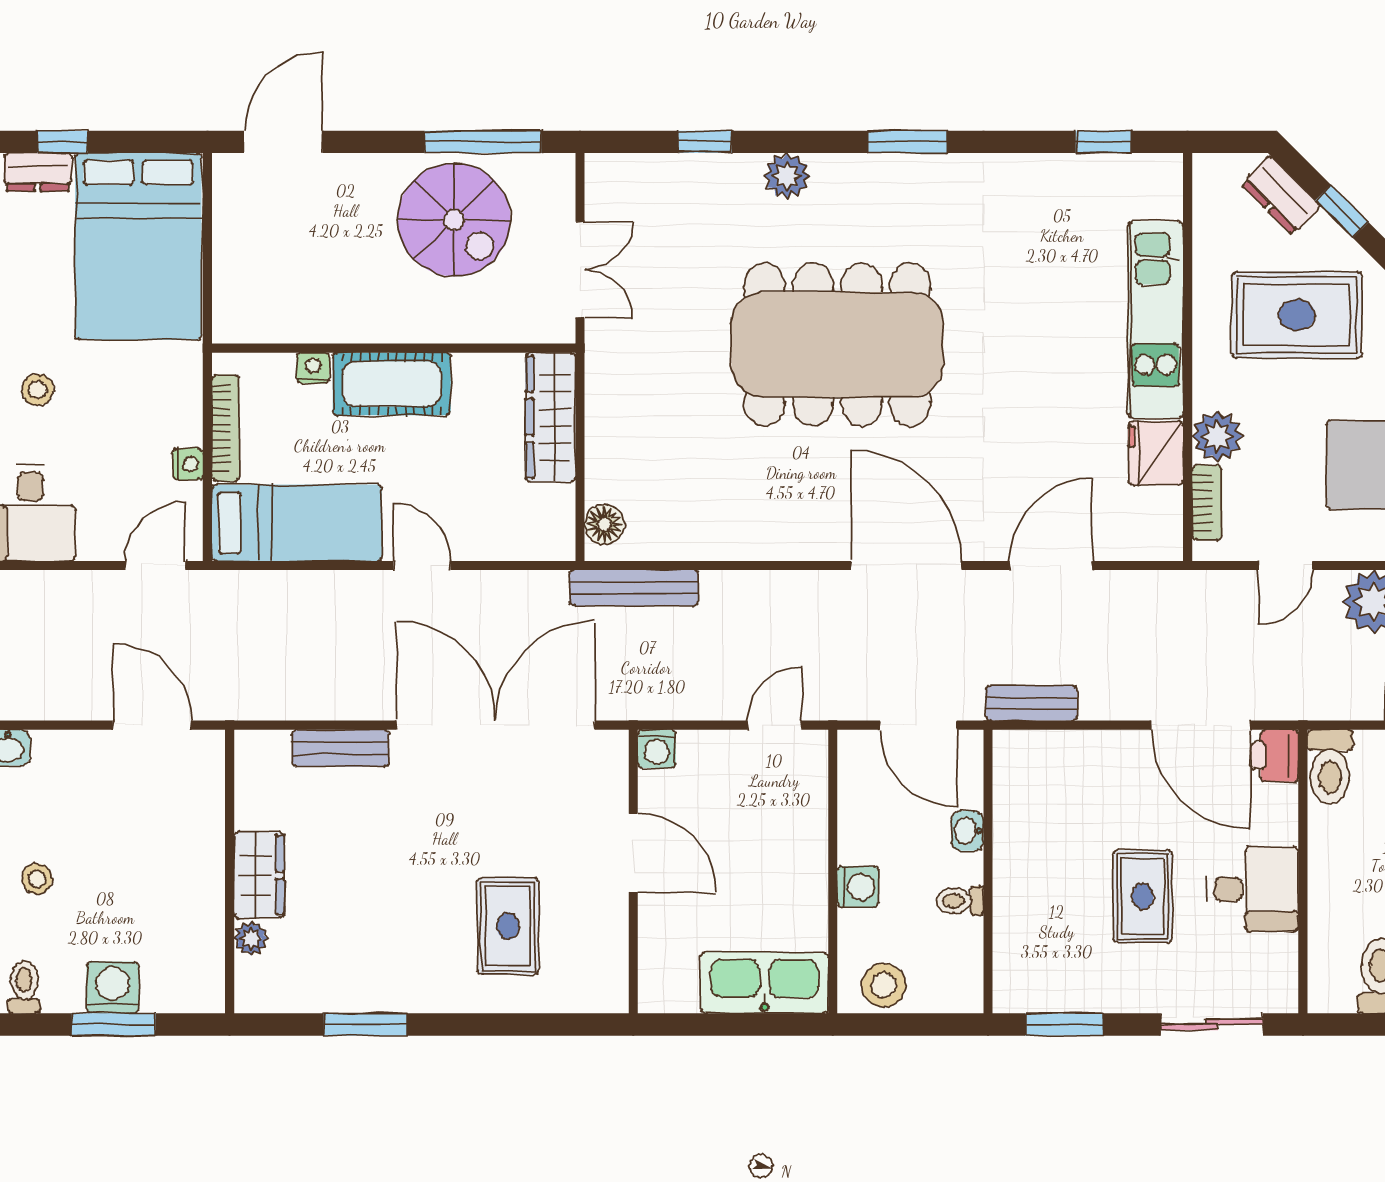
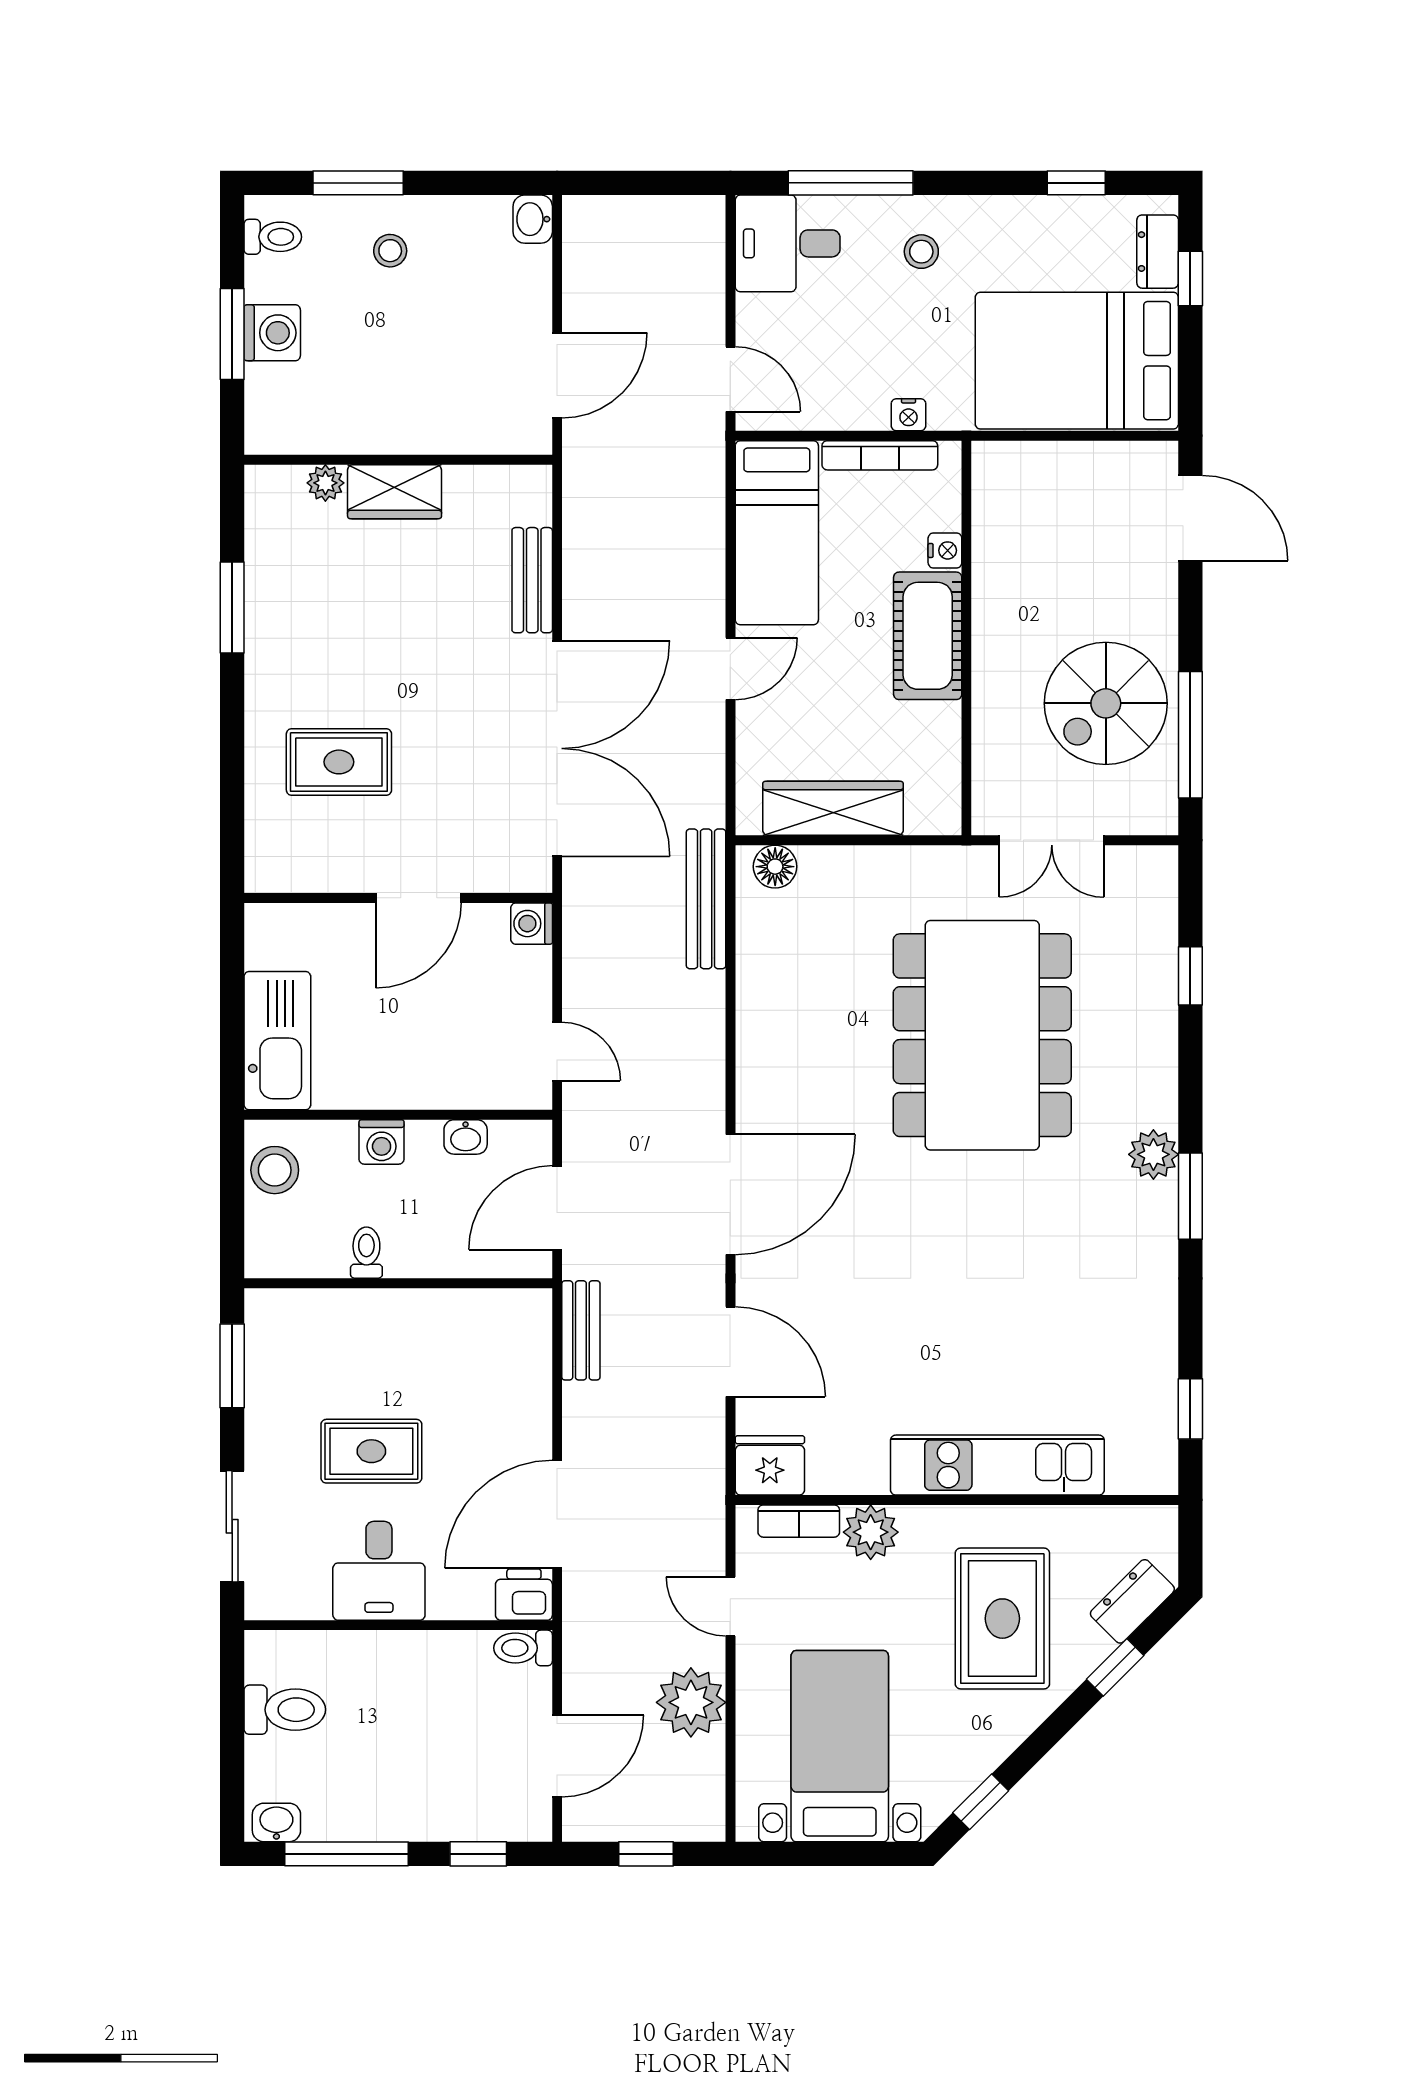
plant: (787, 176) -> (1153, 1154), moved
dining table: (837, 345) -> (982, 1035), moved
wardrobe: (551, 417) -> (833, 808), moved
fridge: (1156, 453) -> (770, 1465), moved
nightstand: (188, 464) -> (908, 415), moved
toilet: (1330, 767) -> (523, 1648), width x0.73, depth x0.72
washbasin: (968, 831) -> (466, 1137), moved, turned 180

